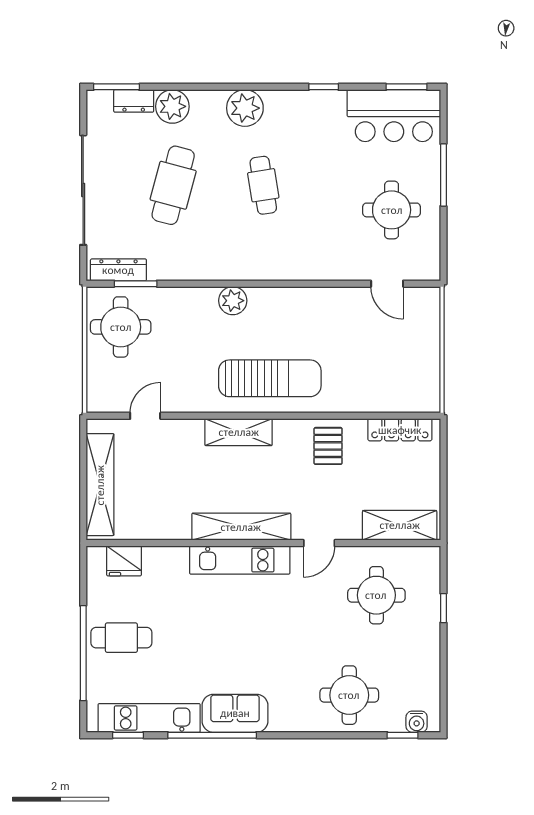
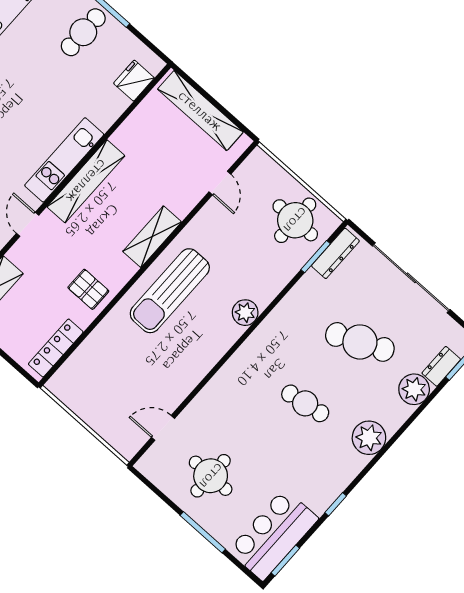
cafe table: (173, 185) -> (360, 342), turned -39

